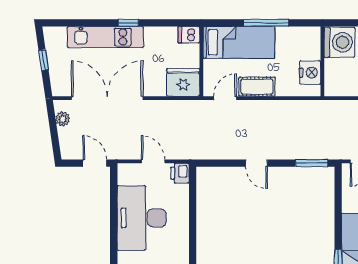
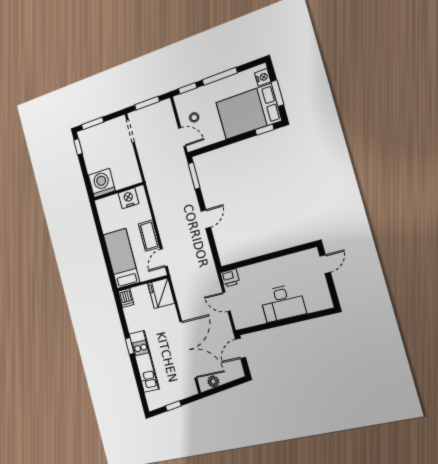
window: (266, 23) -> (103, 242), removed
double door: (107, 98) -> (188, 350), swing flipped
door: (225, 98) -> (164, 258), hinge flipped
door: (153, 161) -> (227, 302), hinge flipped
desk: (142, 218) -> (283, 303), width x0.73, depth x0.77

